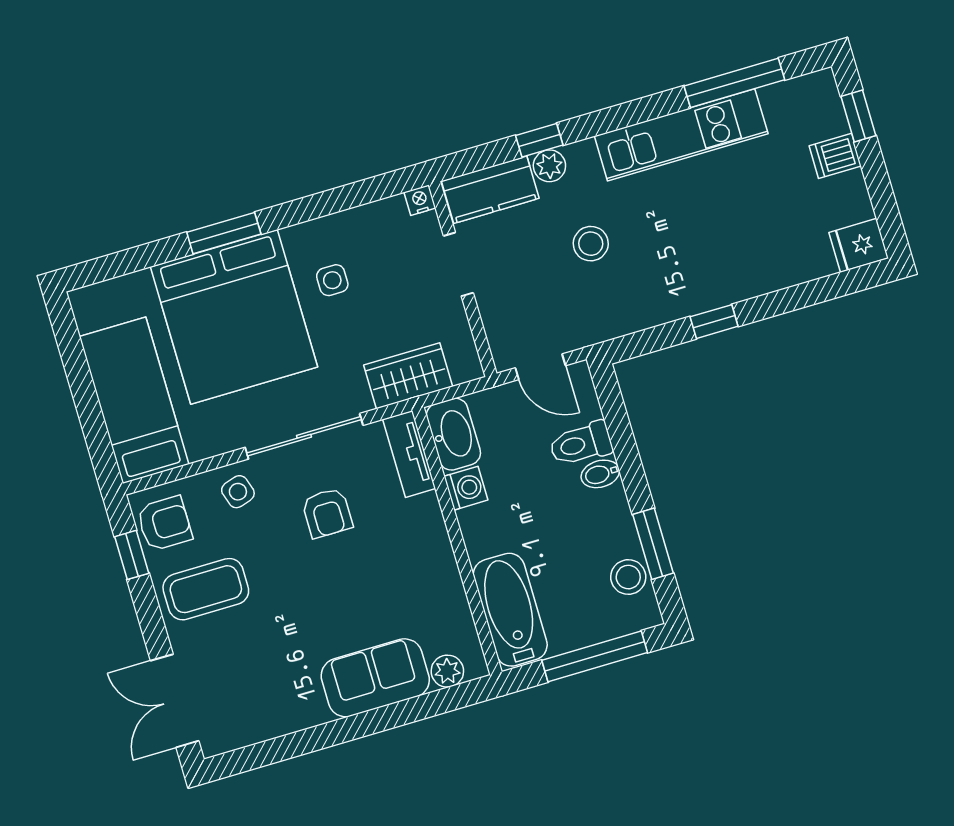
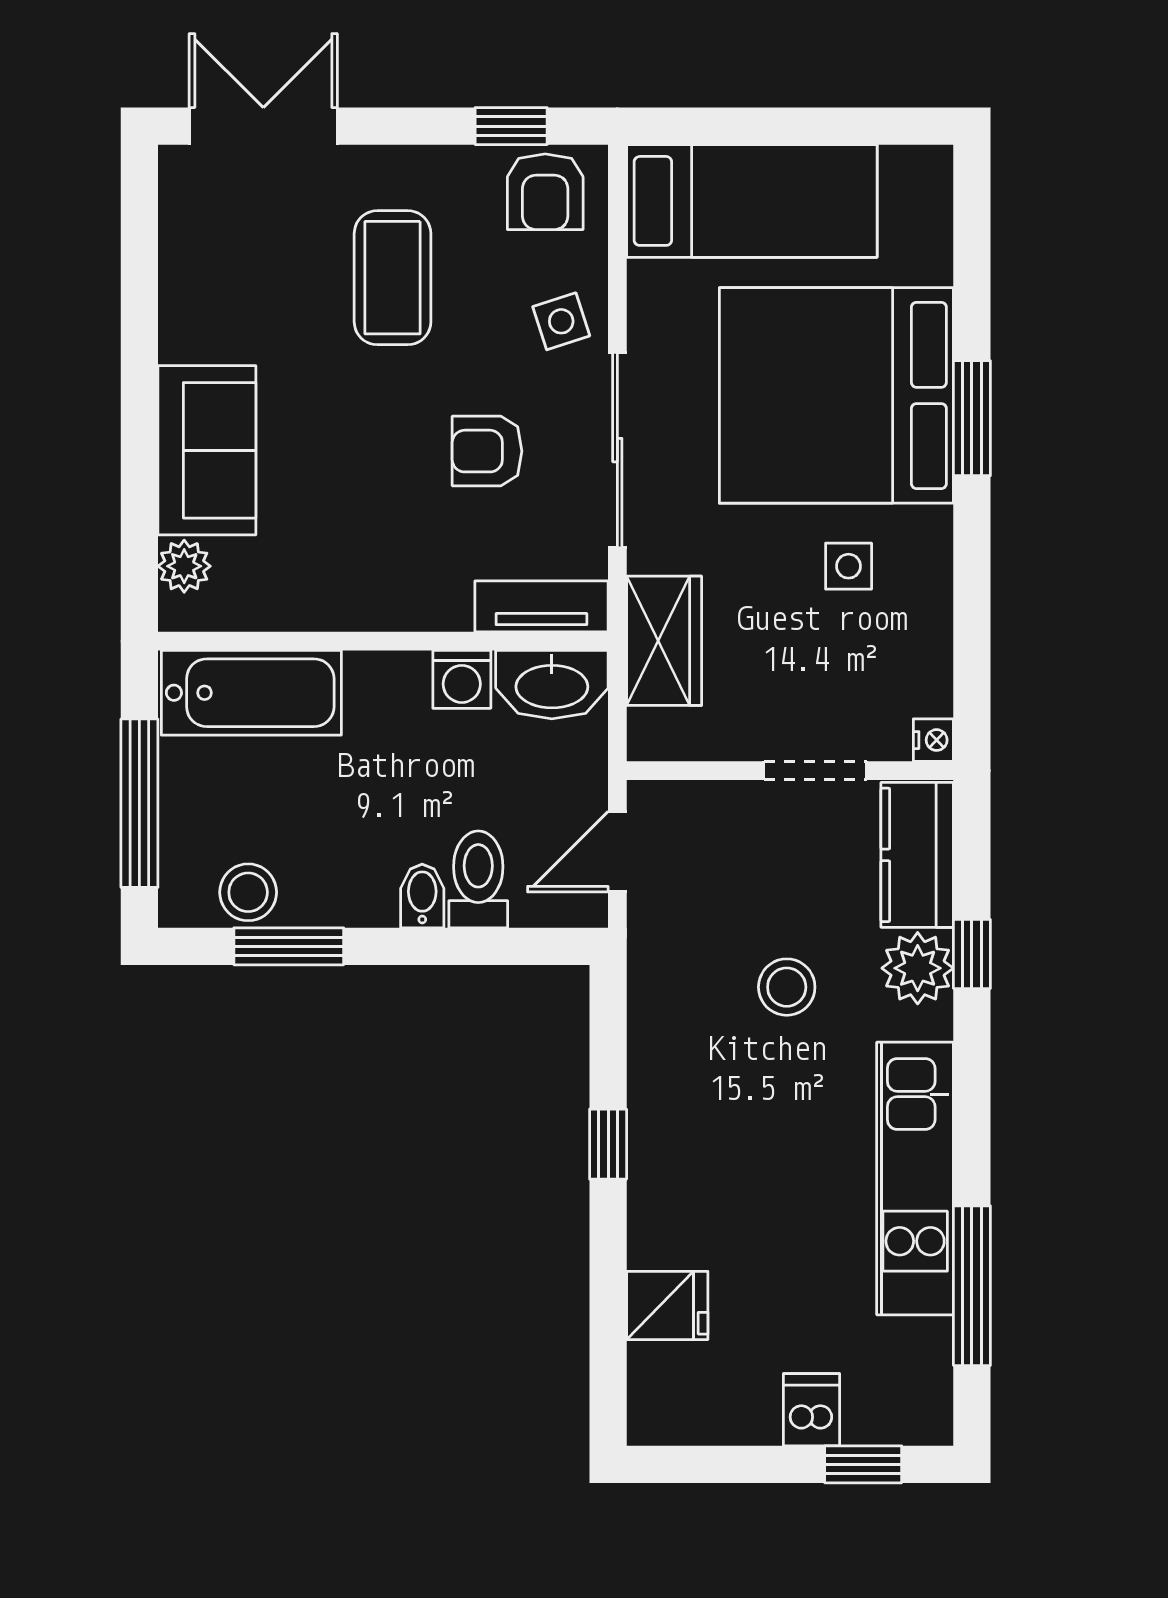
plant: (549, 166) -> (918, 968), width x1.38, depth x1.38
fridge: (859, 245) -> (667, 1305), moved, turned 90
coffee table: (206, 589) -> (393, 278), moved

